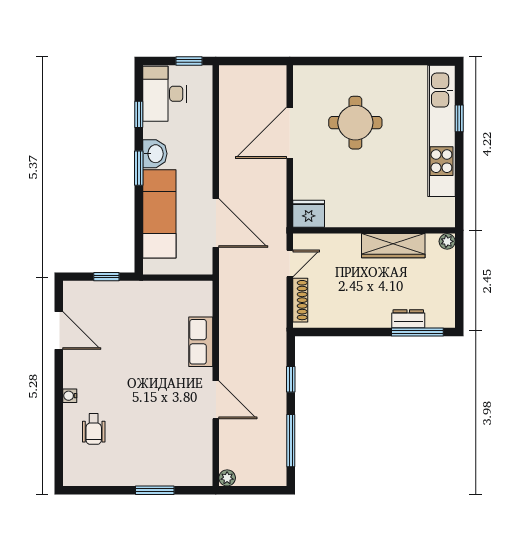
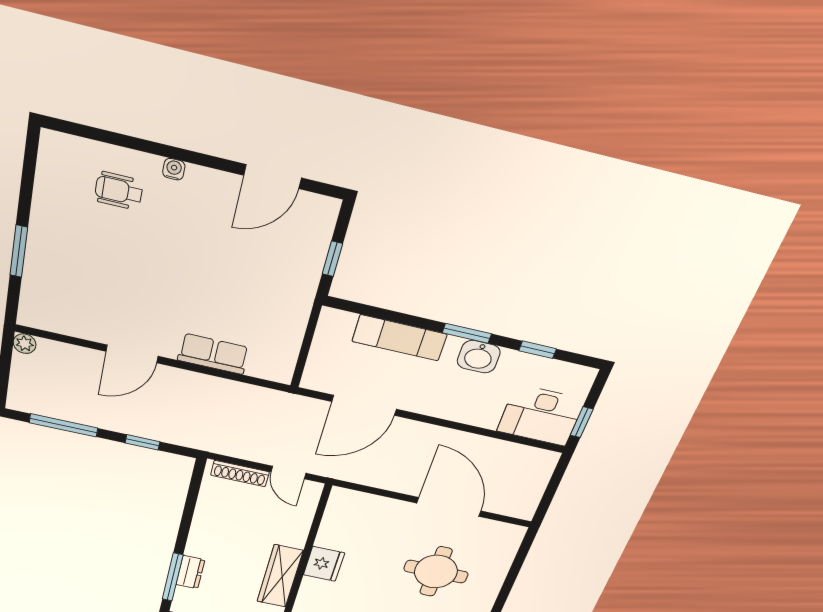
desk: (165, 94) -> (541, 415), moved, turned 180
exam couch: (159, 214) -> (400, 338), width x0.73, depth x0.69
fridge: (309, 214) -> (324, 564), moved

